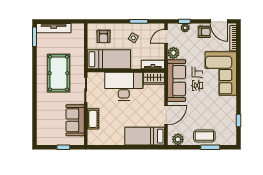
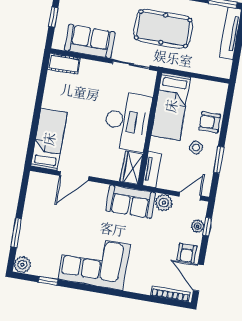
door: (219, 21) -> (198, 278), hinge flipped
door: (166, 36) -> (190, 196), hinge flipped
armchair: (103, 37) -> (210, 122), moved
corner sofa: (221, 74) -> (94, 262), moved
sofa: (177, 81) -> (131, 202), width x0.73
door: (166, 115) -> (74, 176), hinge flipped
cot: (93, 119) -> (64, 64), moved
coffee table: (204, 136) -> (34, 227), removed
plant: (178, 139) -> (22, 265), moved

